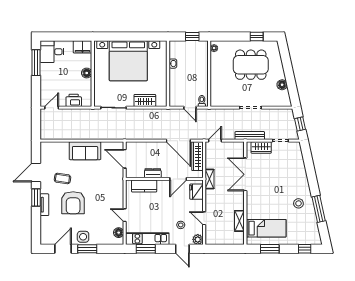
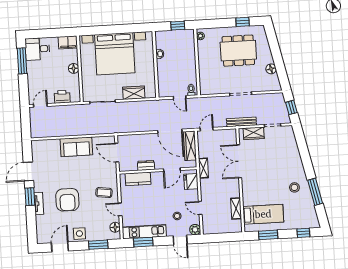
coffee table: (62, 179) -> (104, 193), moved
window: (87, 249) -> (98, 245), moved

